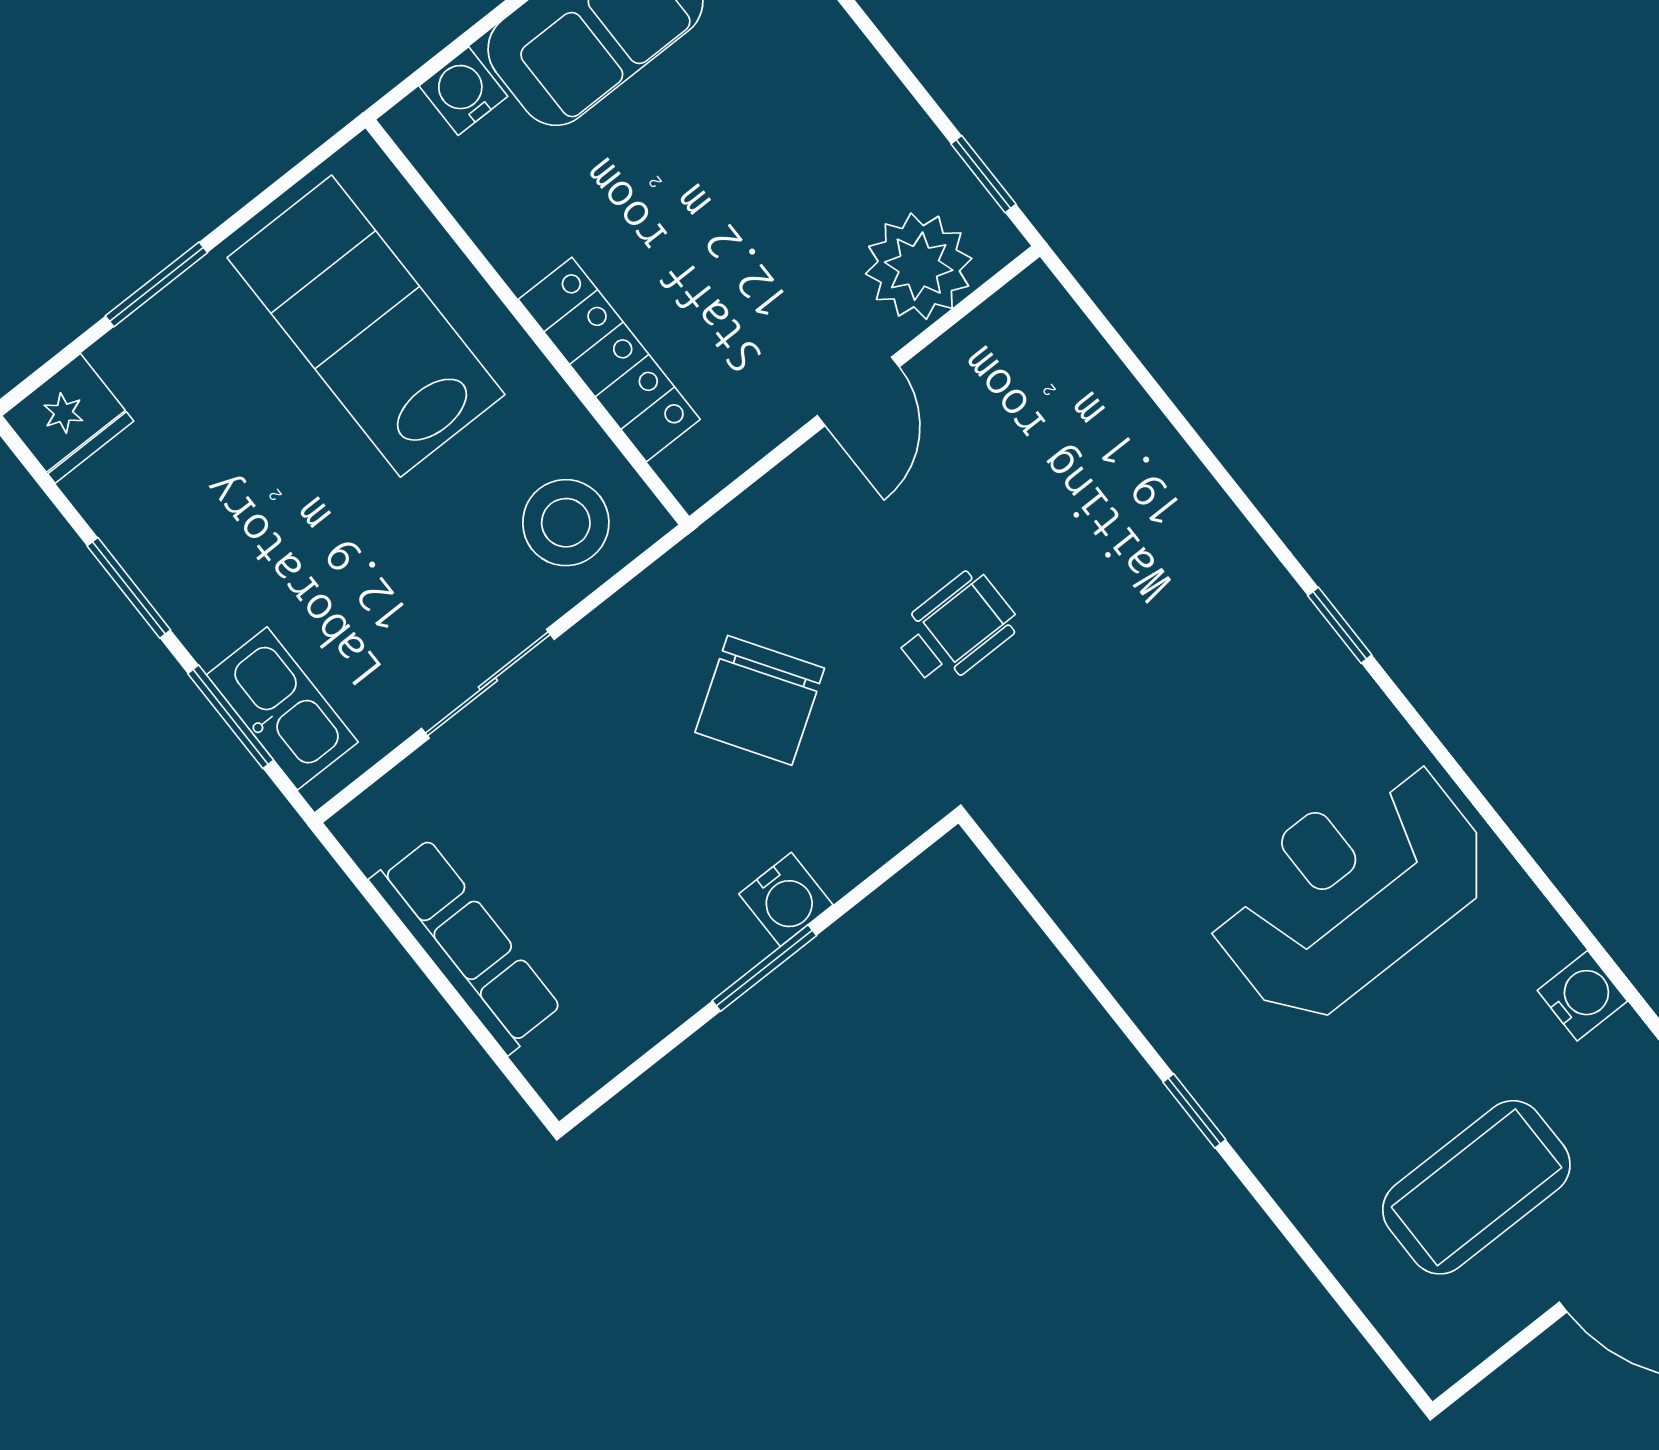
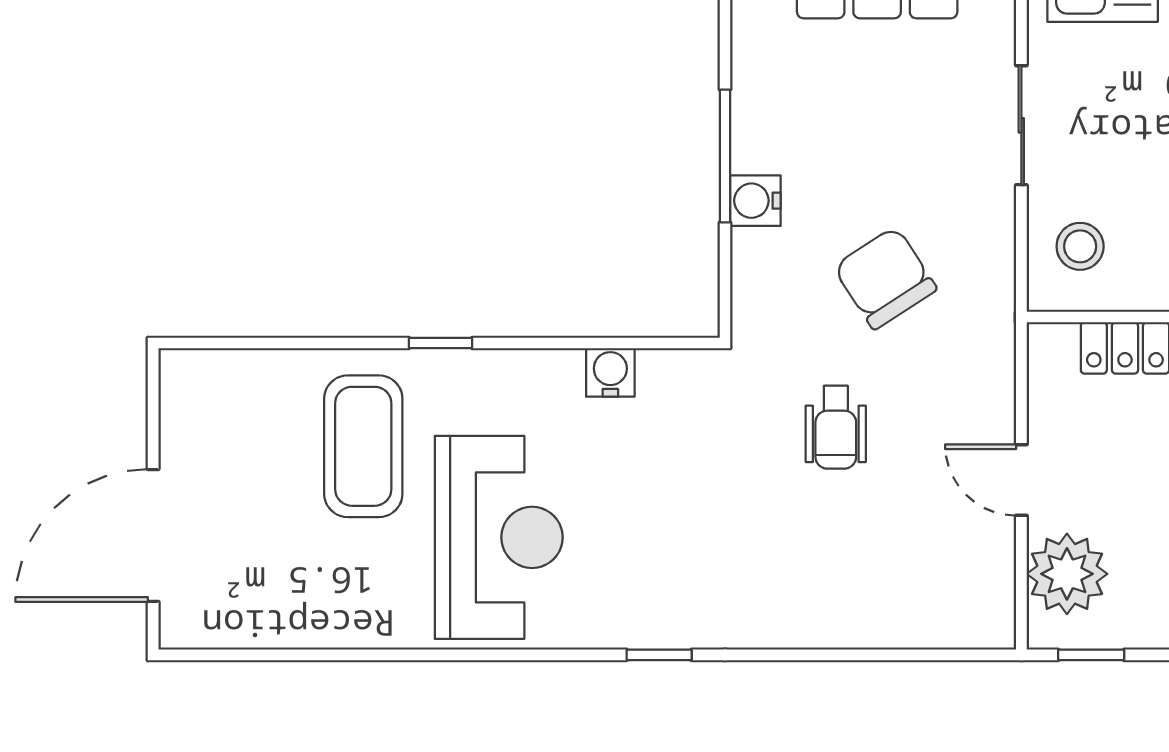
stool: (566, 523) -> (1080, 246), width x0.73, depth x0.73
window: (764, 968) -> (725, 156), width x1.44
water cooler: (1582, 996) -> (610, 372), moved, turned 180
coffee table: (1476, 1187) -> (363, 446), moved

